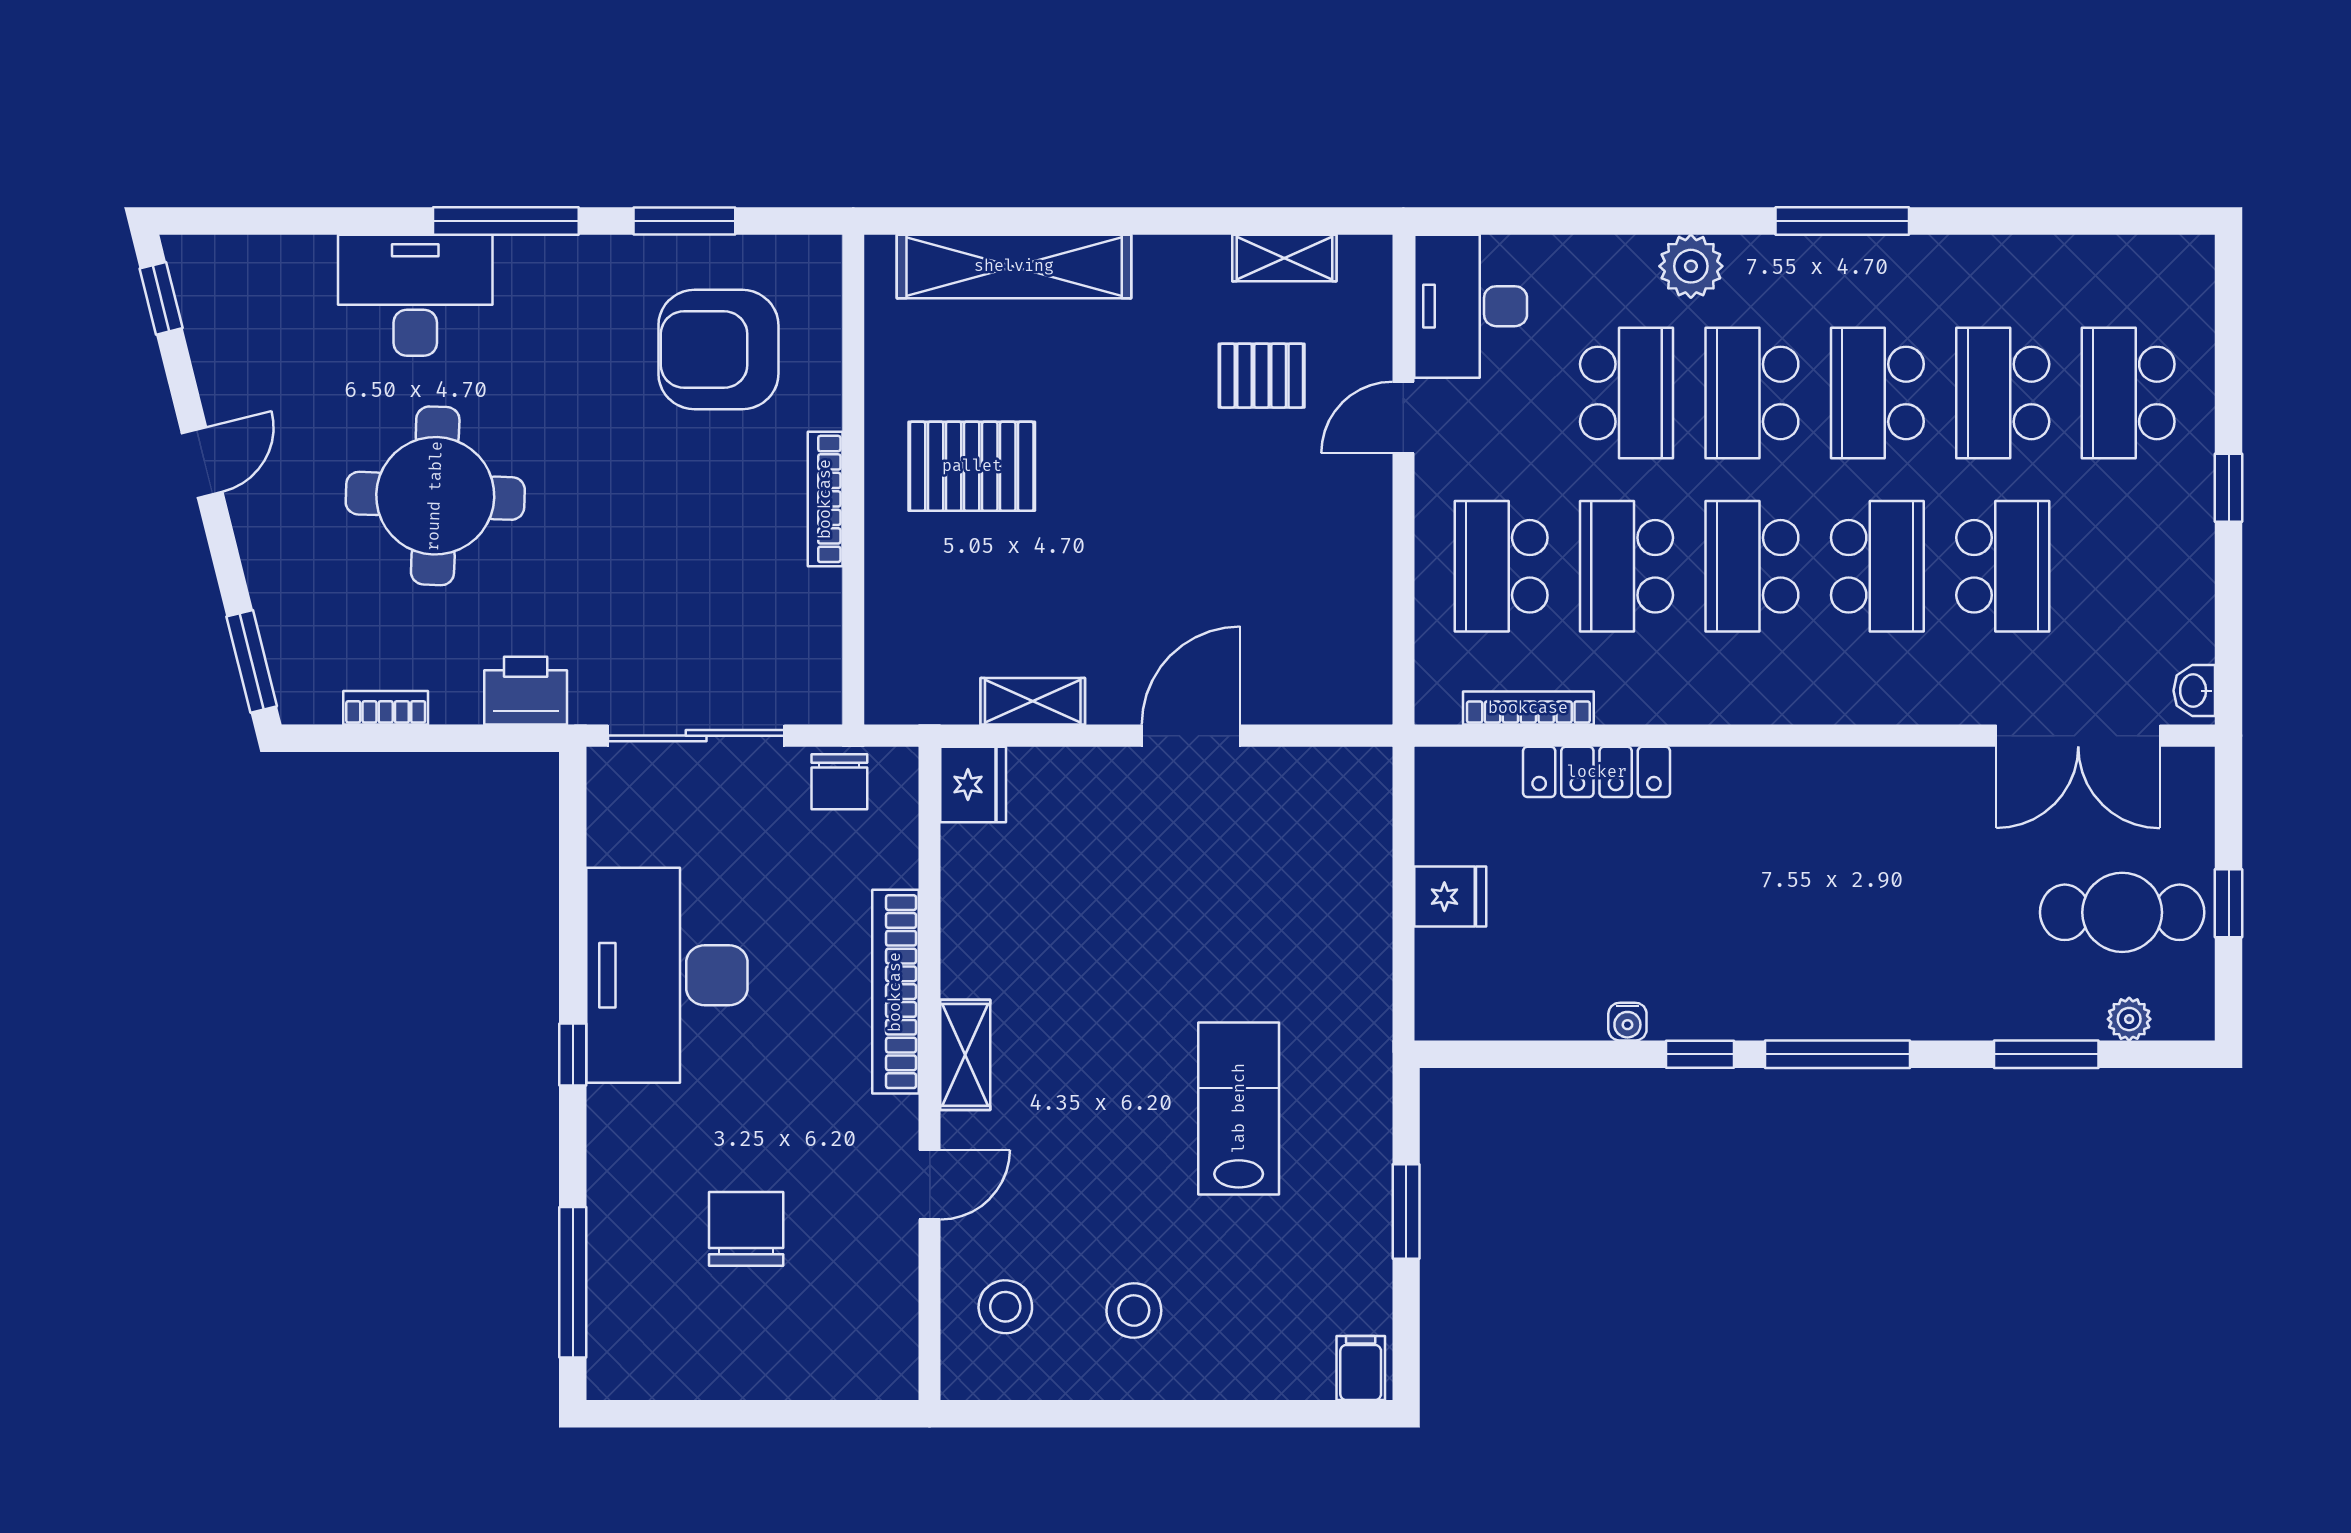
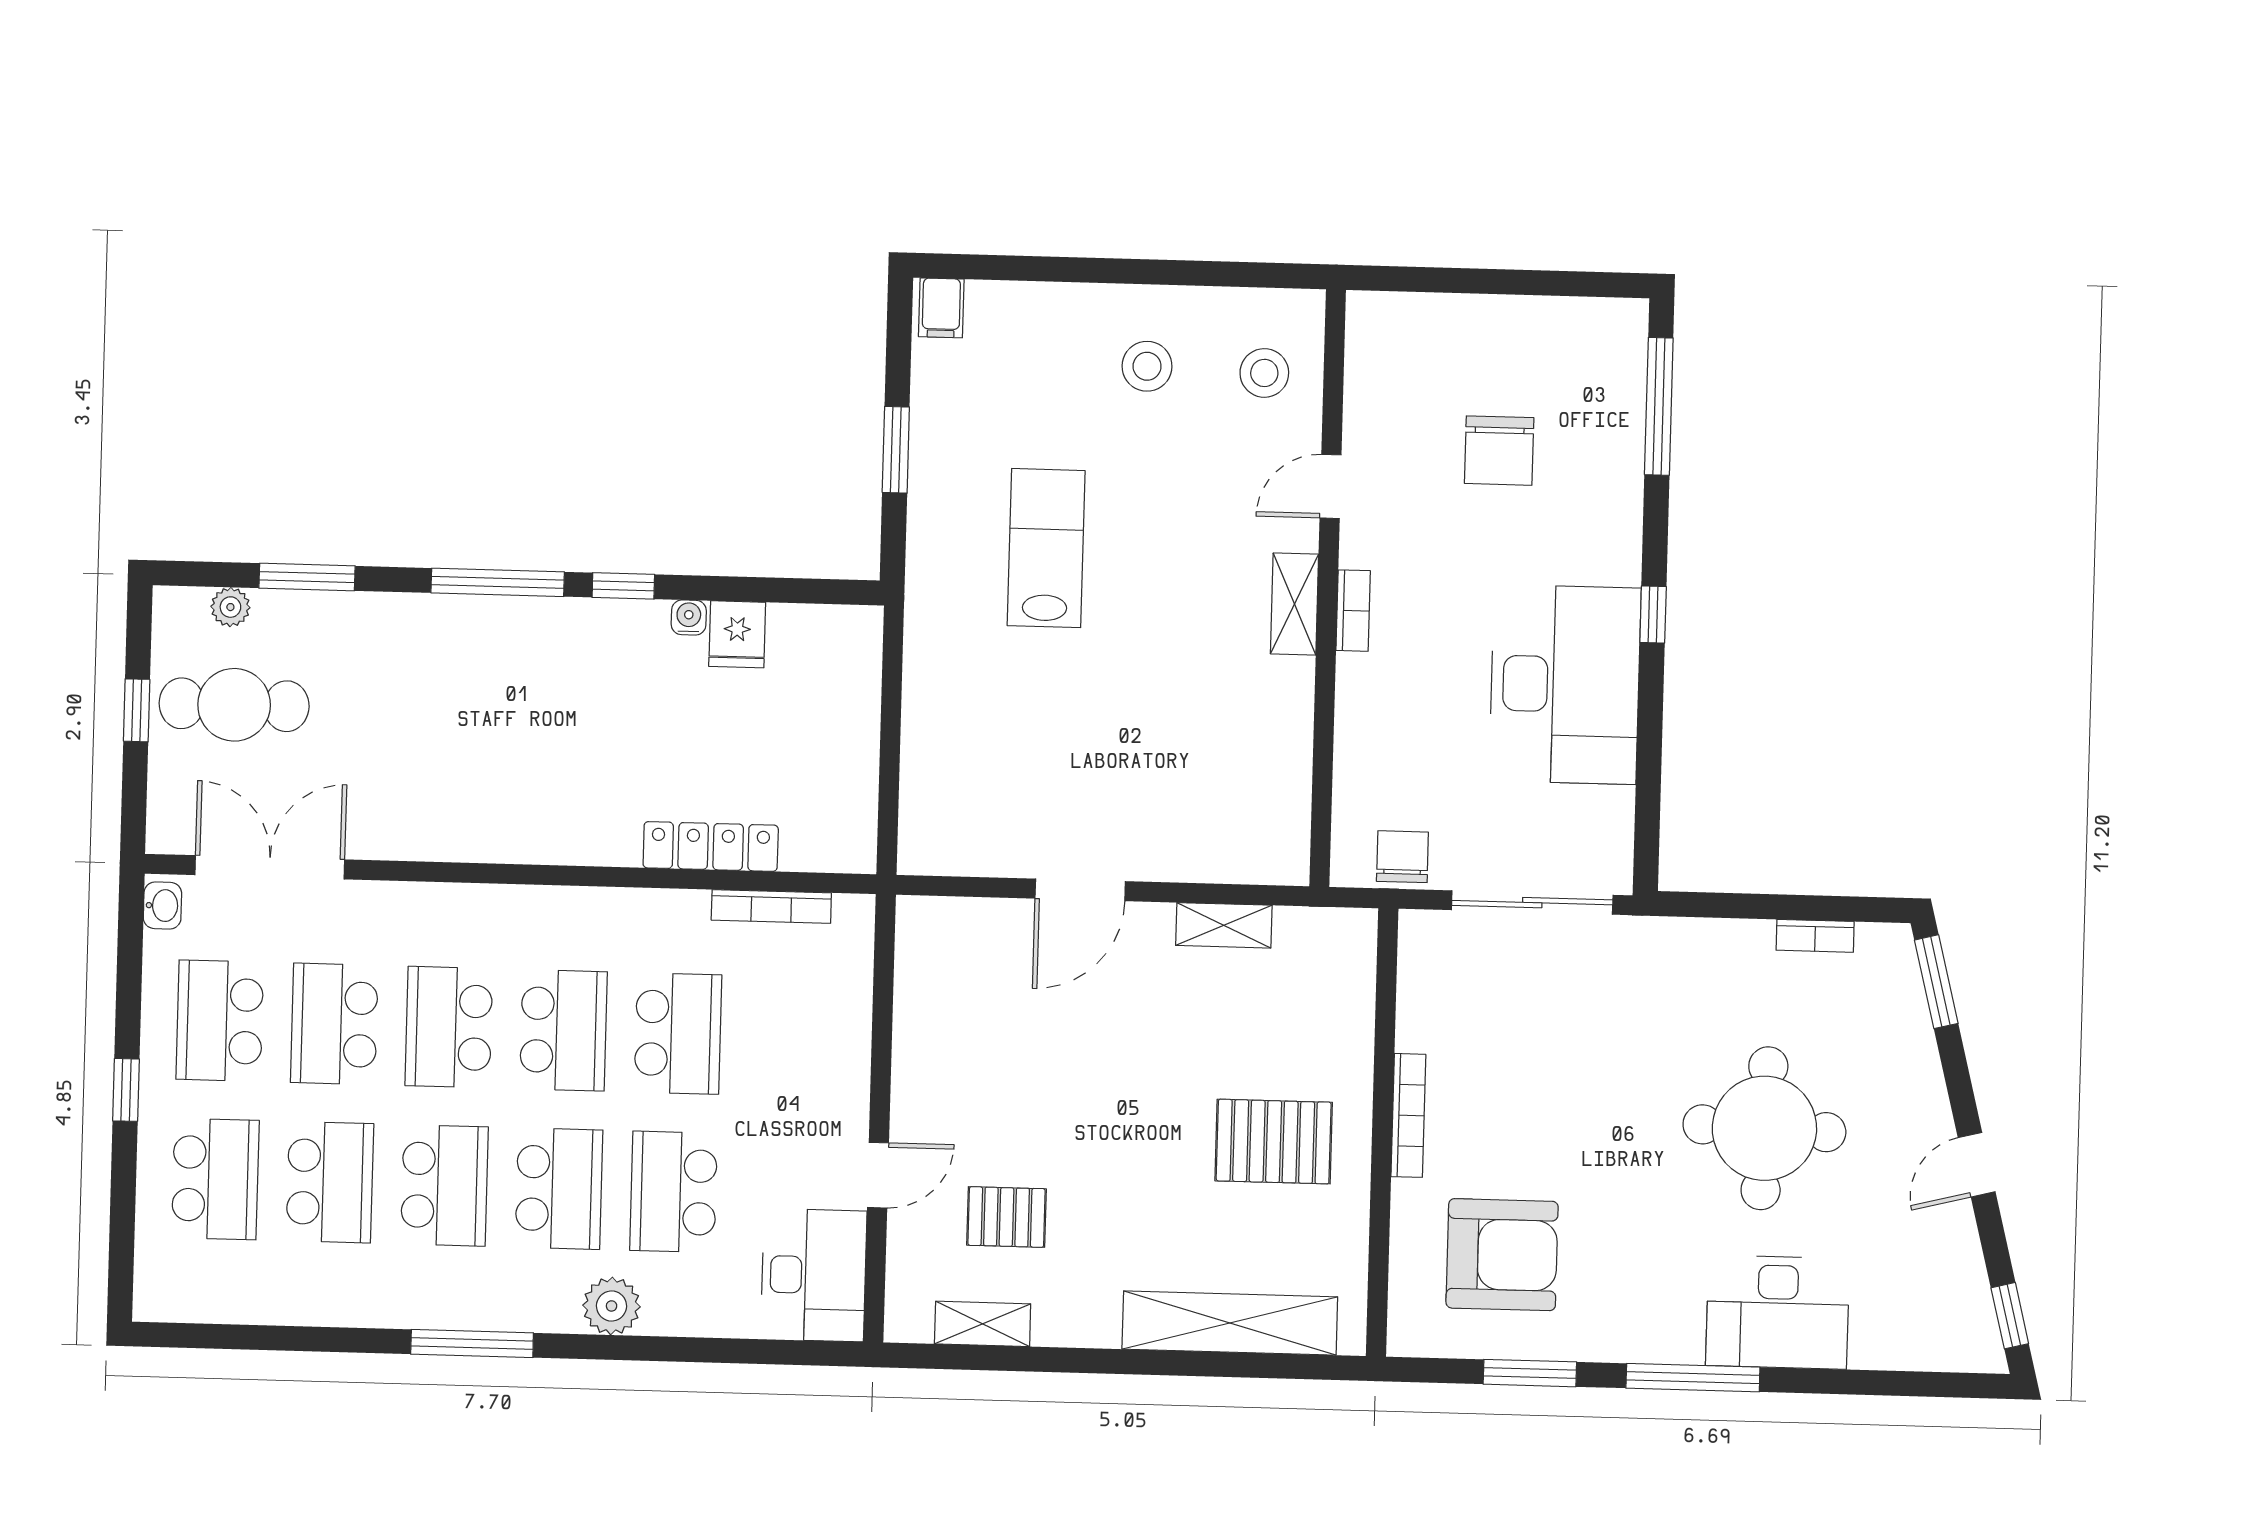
school desk: (1501, 566) -> (220, 1021), moved, turned 180
printer: (526, 691) -> (1687, 948), removed
fridge: (973, 785) -> (1280, 851), removed
fridge: (1450, 897) -> (737, 634), moved, turned -90
bookcase: (895, 992) -> (1353, 611), width x0.43, depth x0.76
lab bench: (1239, 1108) -> (1046, 548), turned 180

